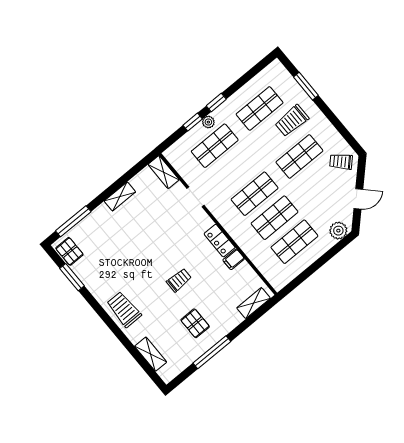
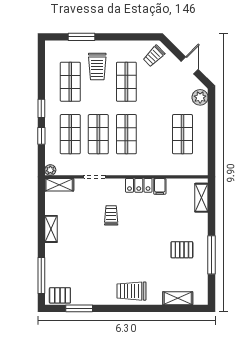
plant: (208, 122) -> (50, 170), moved
shop shelf: (274, 218) -> (98, 134), moved
trolley: (179, 280) -> (111, 215), moved

